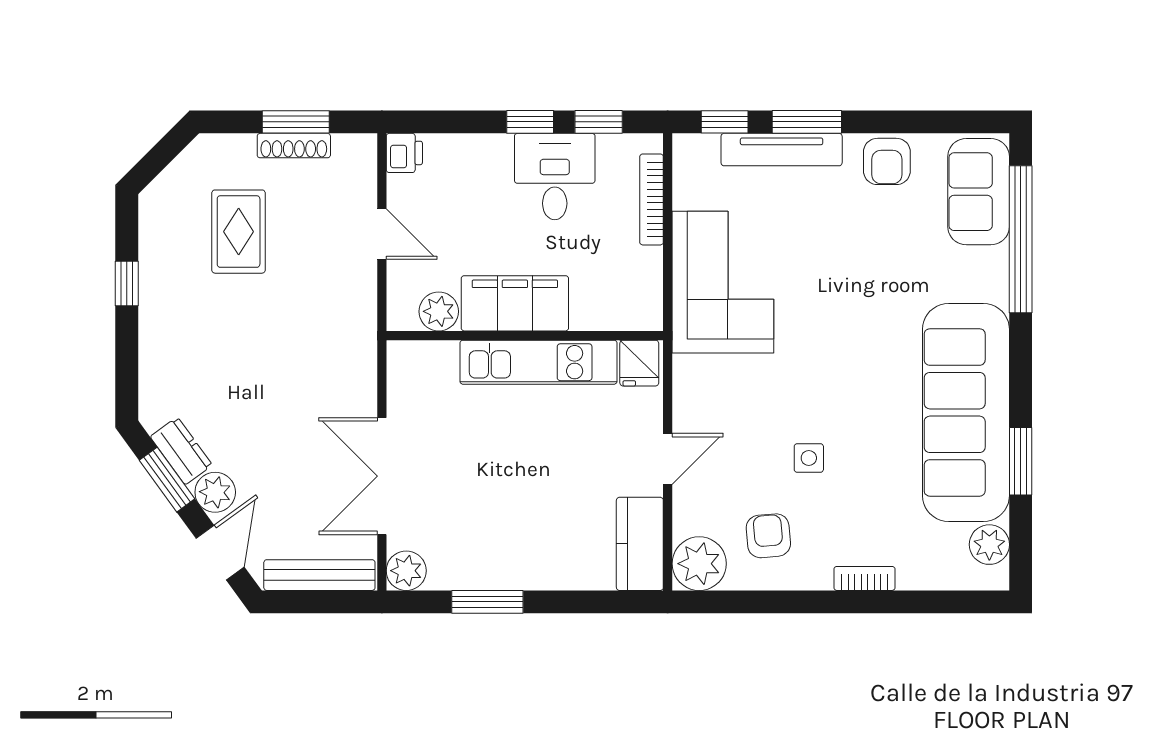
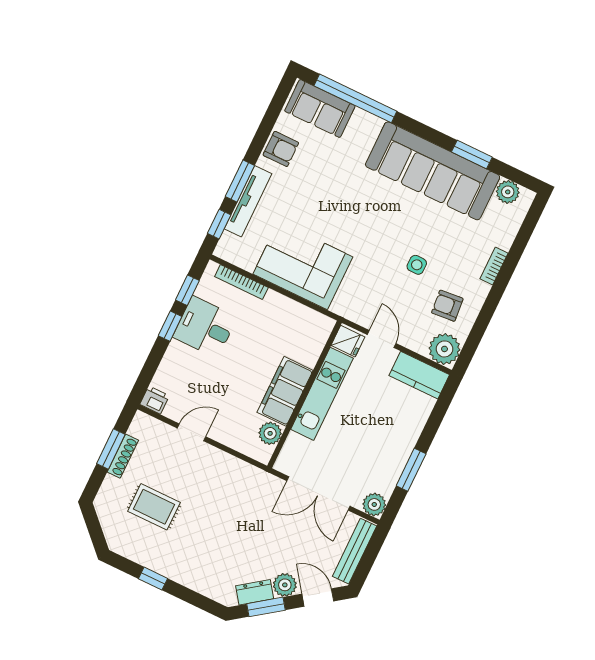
filing cabinet: (515, 303) -> (285, 391), moved
plant: (439, 311) -> (270, 433), moved
wall: (525, 336) -> (304, 394), moved
kitchen unit: (539, 362) -> (322, 394), moved
fridge: (639, 363) -> (348, 341), moved

